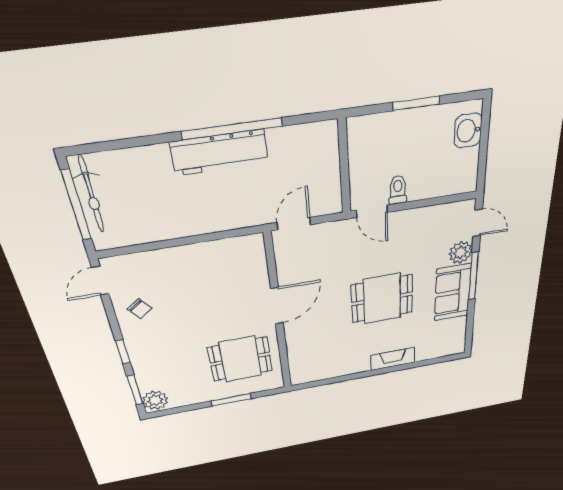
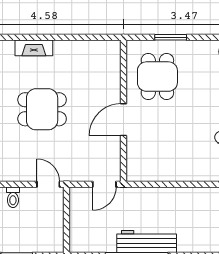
toilet: (398, 190) -> (13, 197), moved
dining table: (240, 359) -> (157, 77), turned 90

